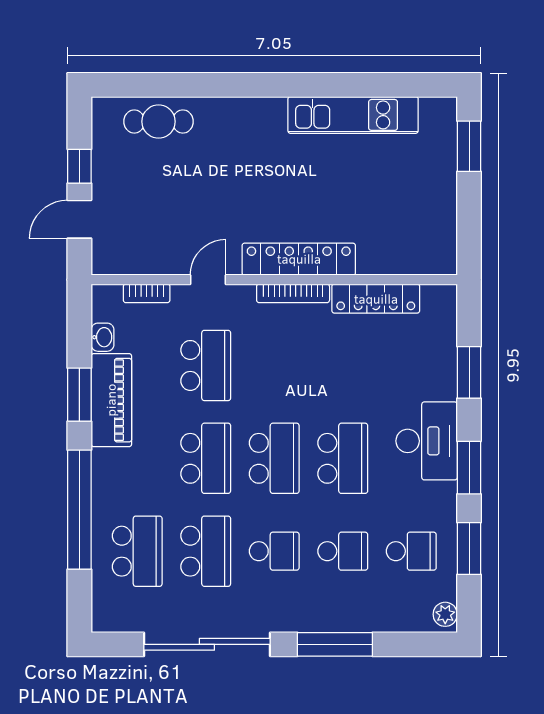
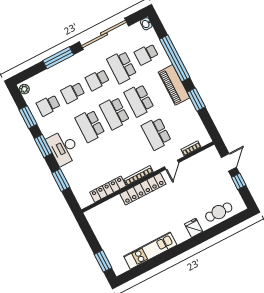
fridge: (232, 116) -> (194, 228), added
washbasin: (103, 337) -> (146, 24), moved
piano: (111, 400) -> (174, 85), moved
school desk: (137, 551) -> (146, 54), width x0.54

